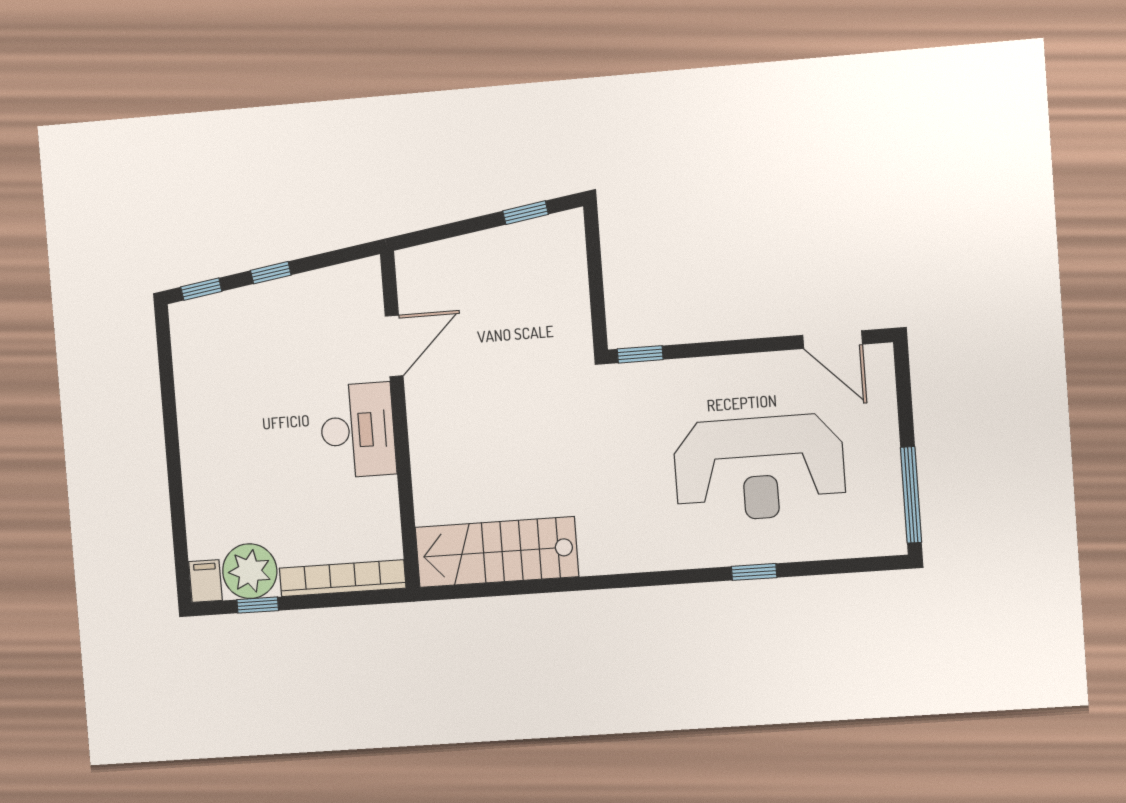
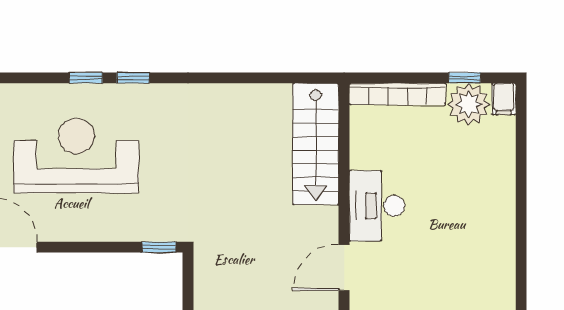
stairs: (497, 552) -> (316, 144), moved, turned 90
window: (691, 576) -> (133, 78), added

